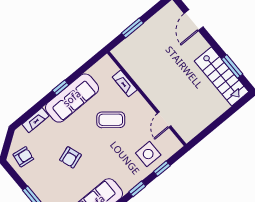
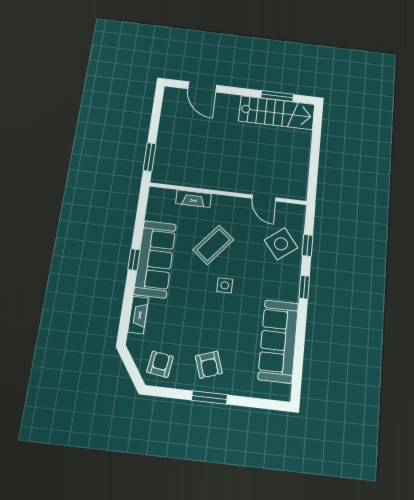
window: (132, 28) -> (150, 157), moved
side table: (96, 148) -> (225, 285), added
side table: (148, 154) -> (281, 244), turned -38
armchair: (70, 157) -> (209, 365), moved

